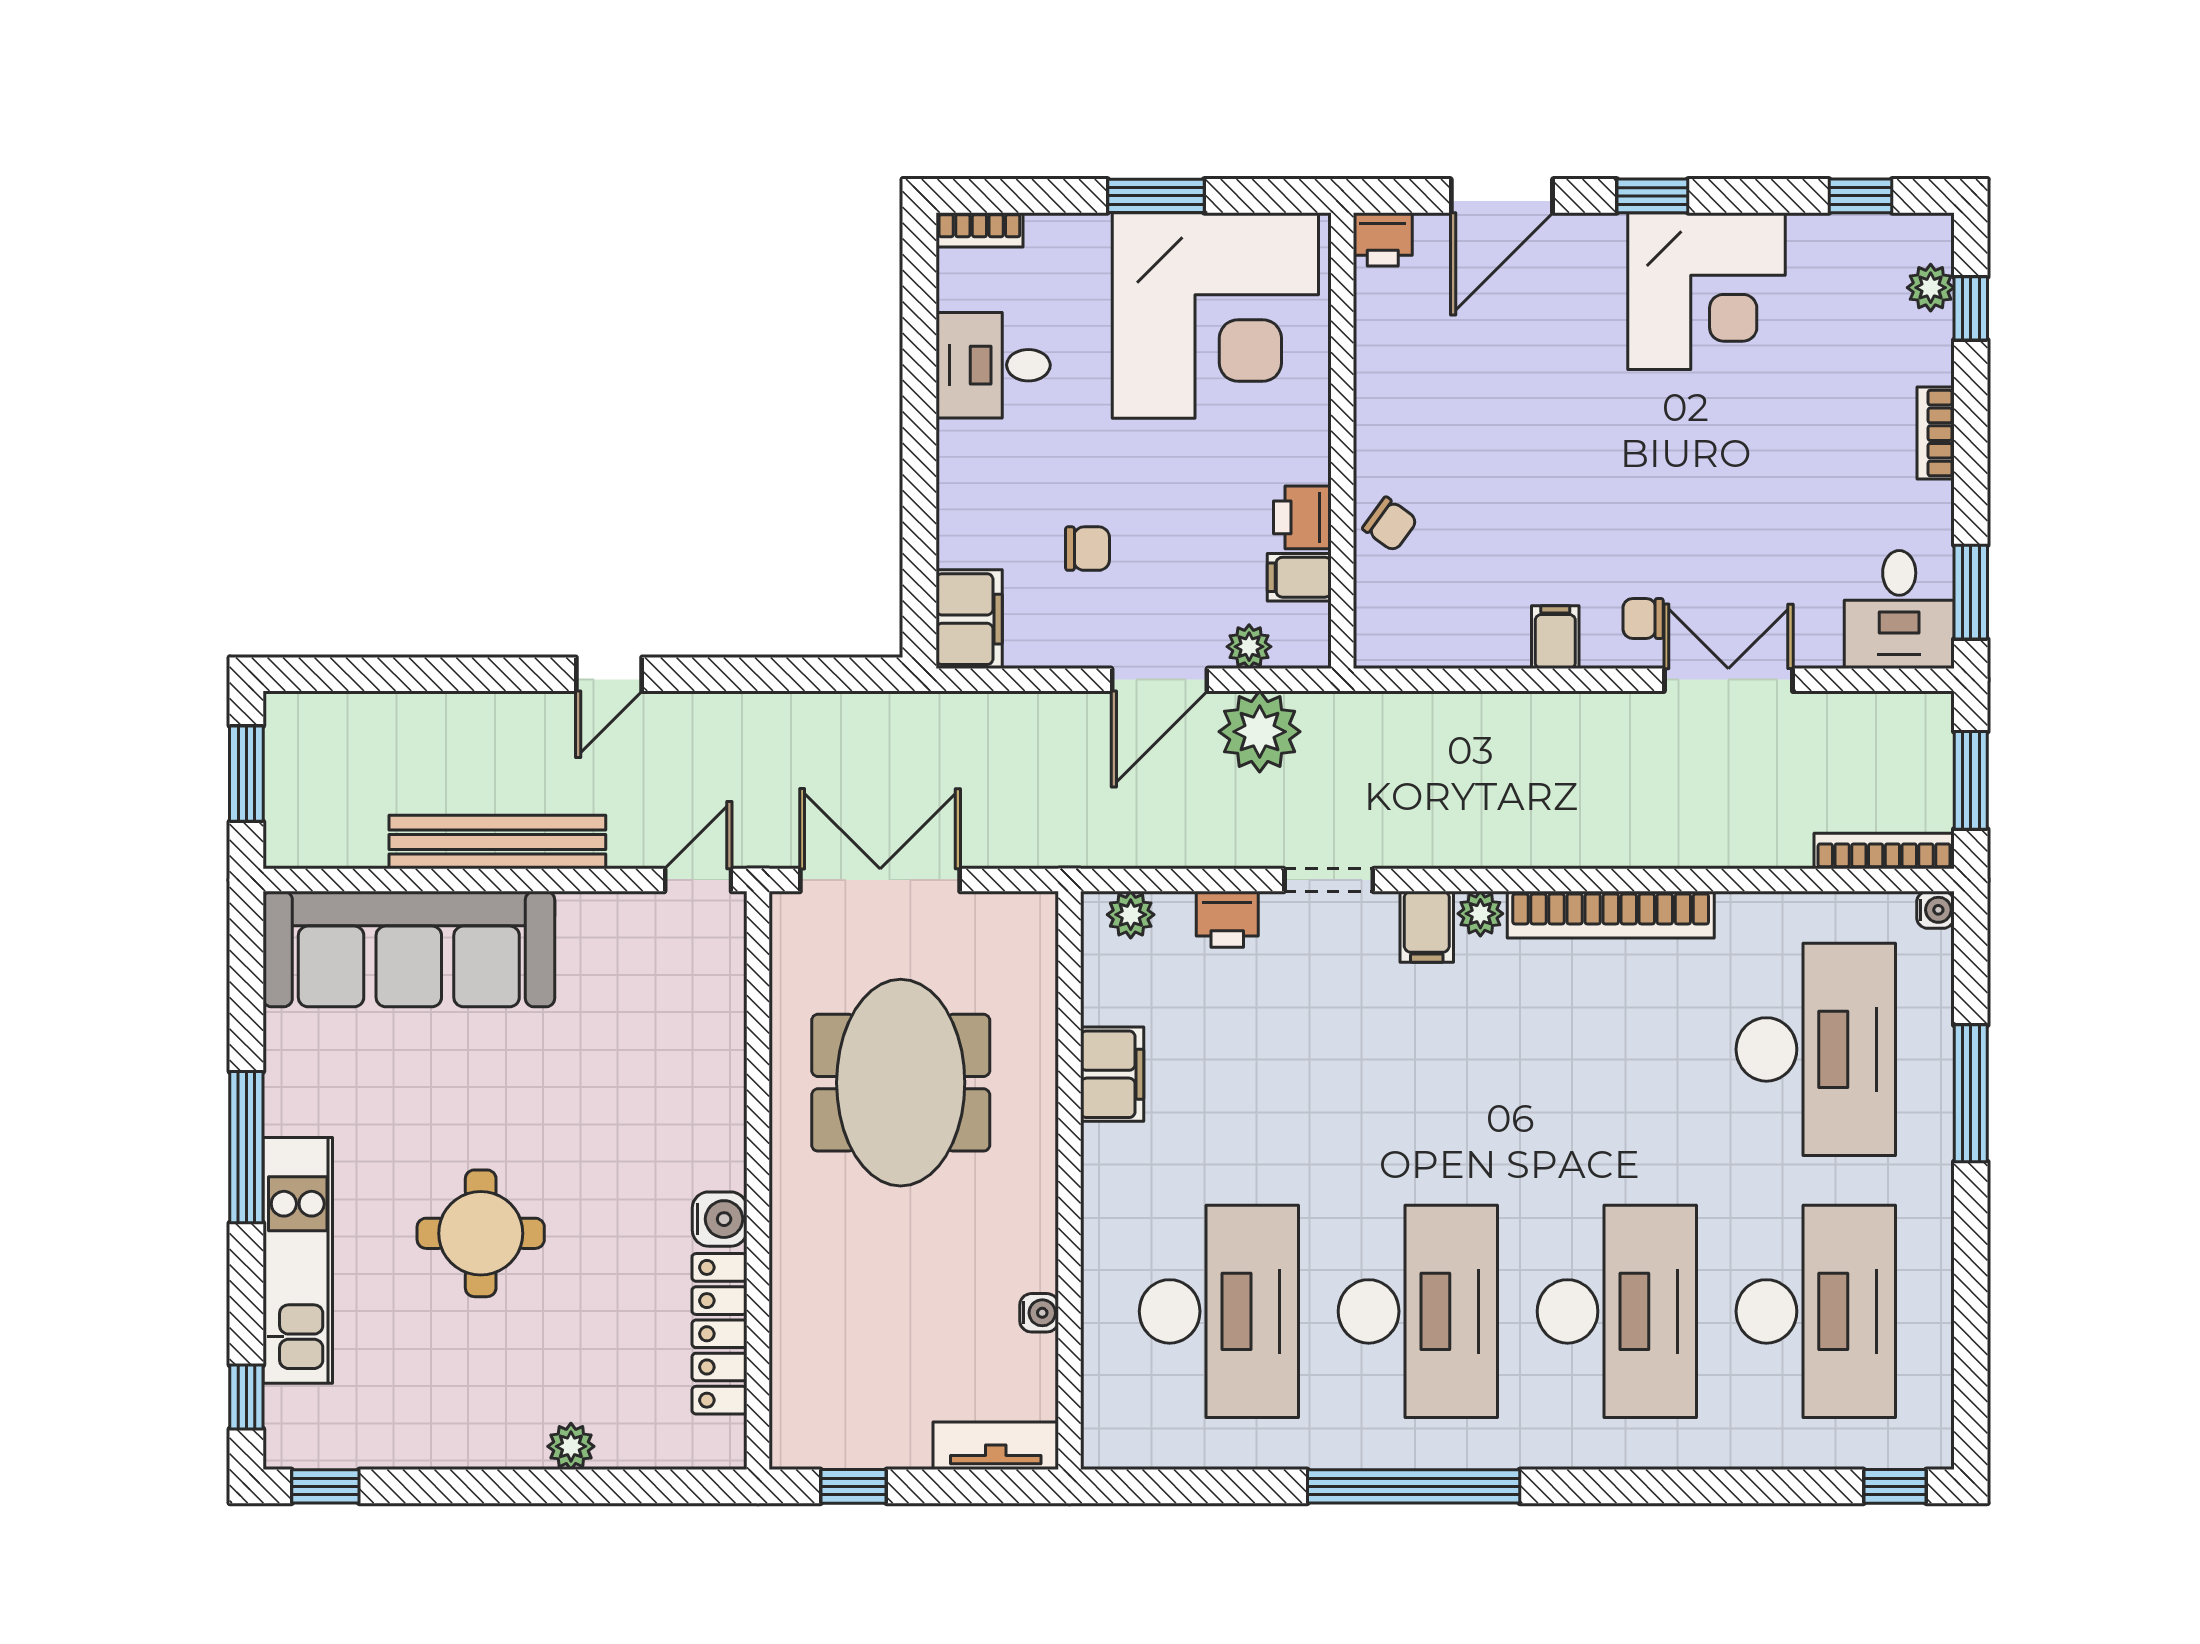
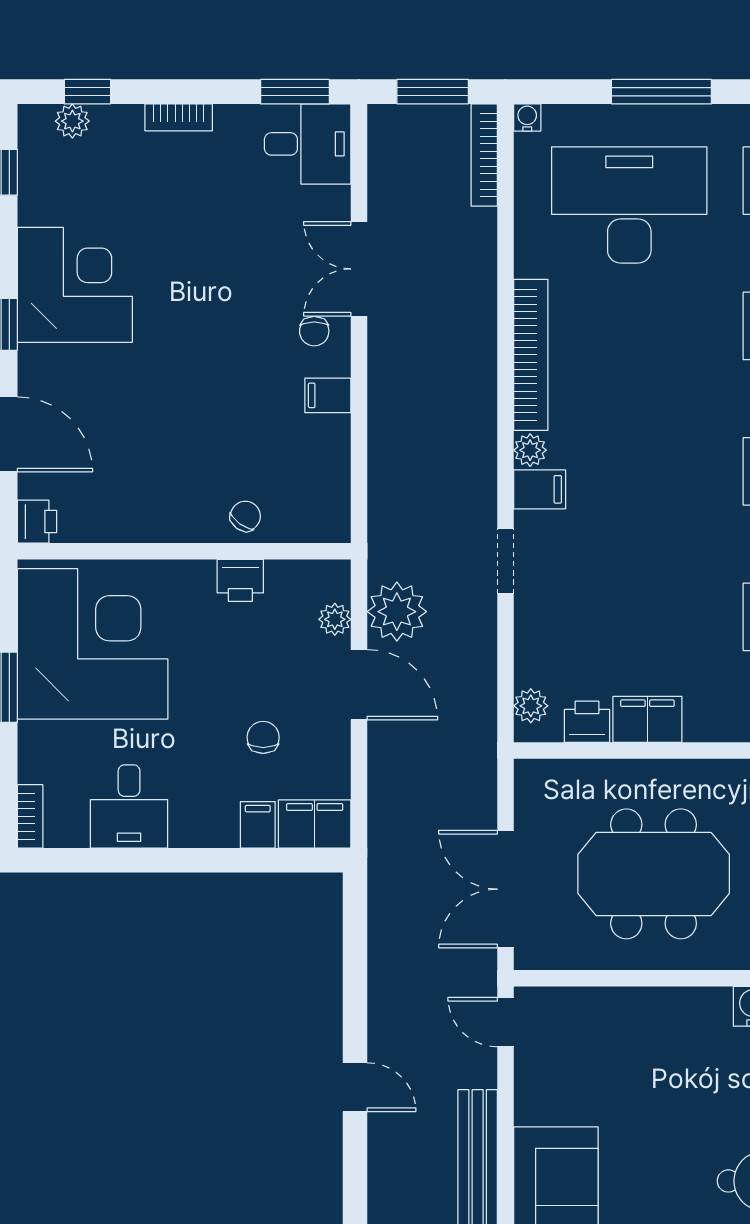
filing cabinet: (1299, 577) -> (258, 825), moved, turned 180
printer: (1227, 919) -> (587, 722), moved, turned -90

